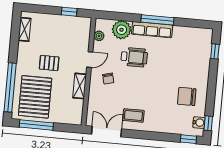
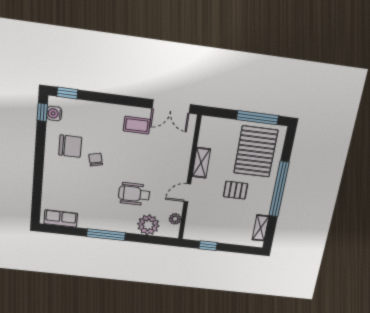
row of seats: (152, 30) -> (61, 219), moved, width x0.68
window: (215, 51) -> (37, 198), removed
chair: (108, 79) -> (96, 160), moved
window: (10, 87) -> (279, 189), moved

